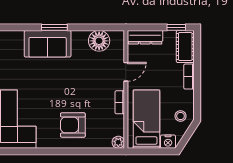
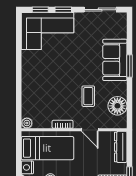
coffee table: (88, 74) -> (88, 96), added
armchair: (73, 125) -> (42, 82), removed

